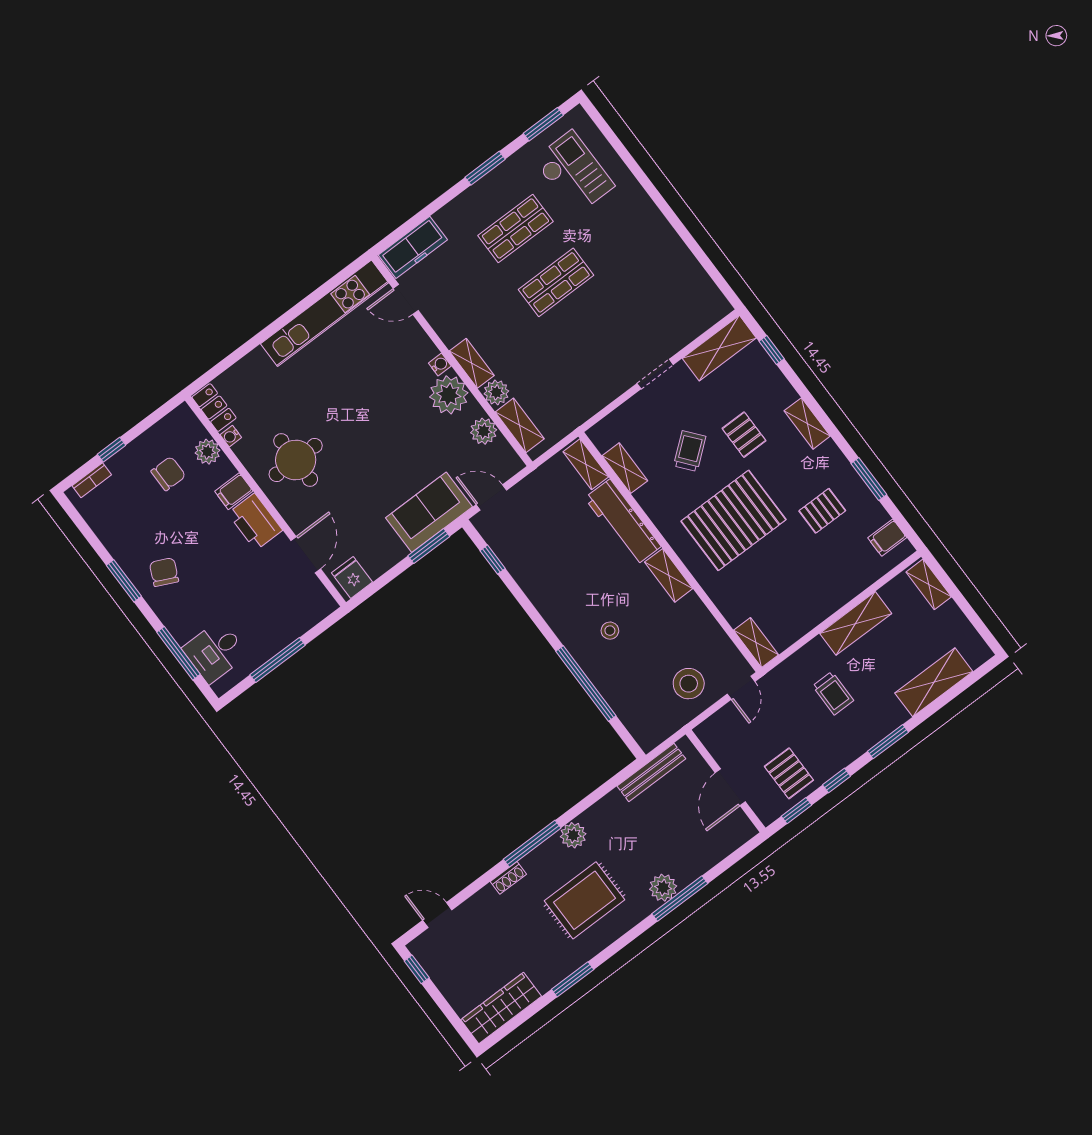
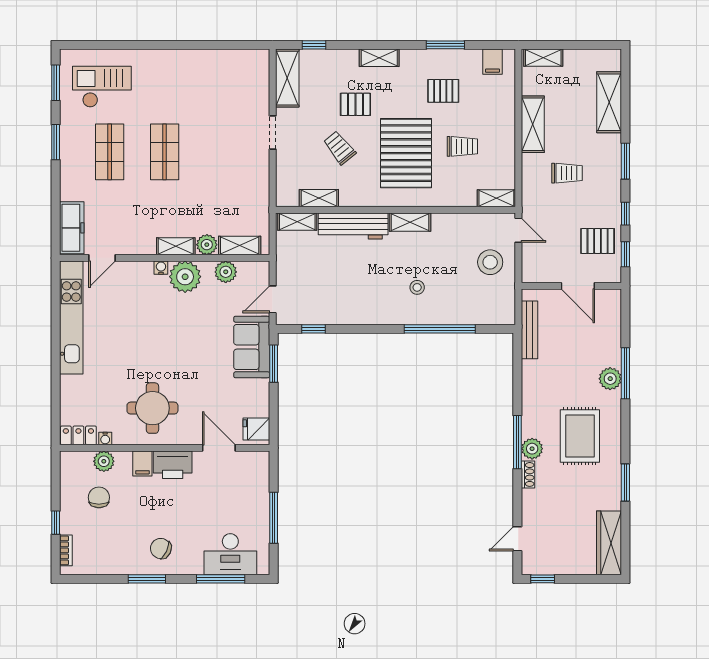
pallet: (822, 511) -> (443, 91), turned 90
trolley: (782, 571) -> (462, 146), added
desk: (215, 652) -> (230, 554), width x1.37
plant: (573, 835) -> (532, 449), moved

